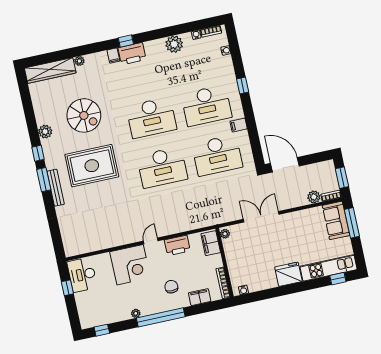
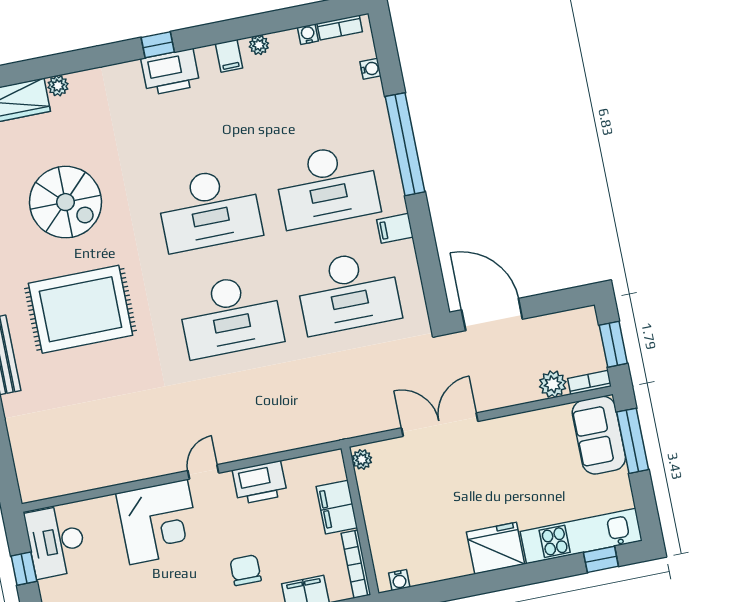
plant: (174, 44) -> (259, 45), width x0.53, depth x0.53
filing cabinet: (113, 56) -> (229, 56), moved
window: (243, 86) -> (405, 144), width x3.17
filing cabinet: (211, 243) -> (337, 507), moved

